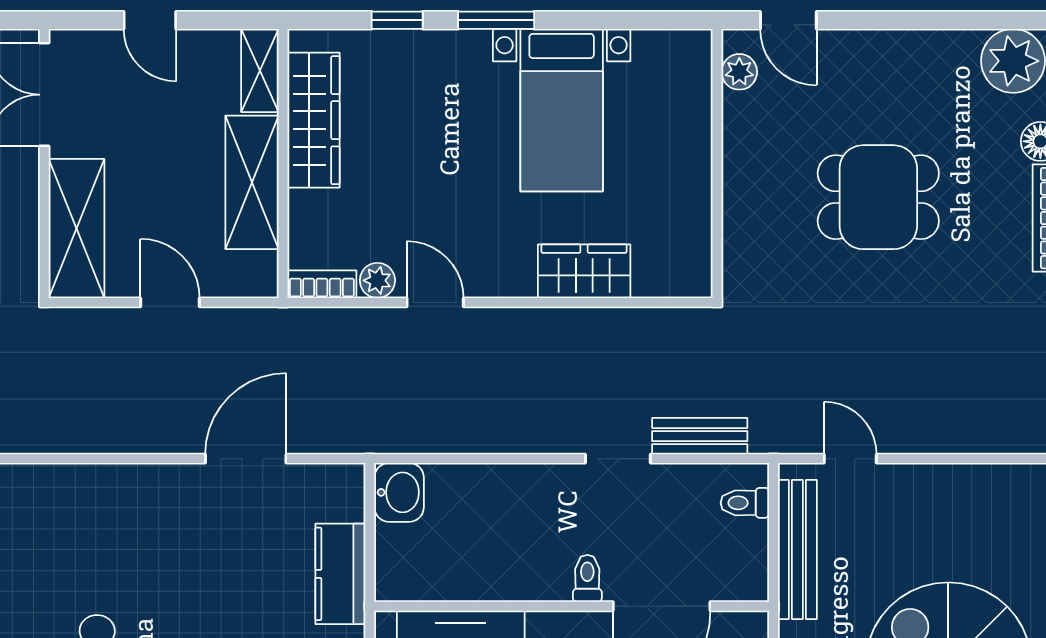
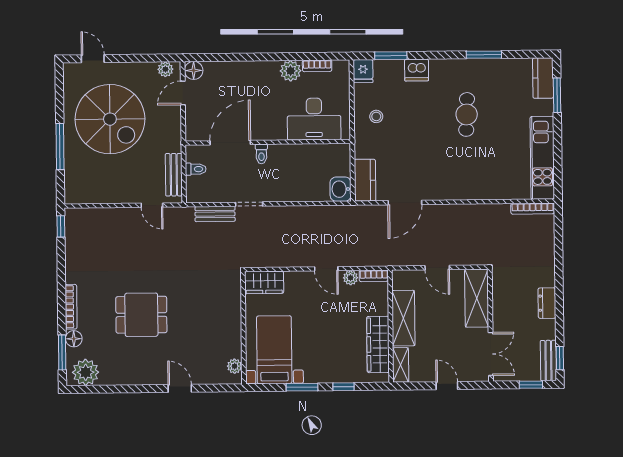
plant: (739, 72) -> (235, 366), moved
wall: (717, 163) -> (243, 328), moved
toilet: (745, 503) -> (196, 169), moved
bench: (797, 550) -> (174, 175), width x0.73
kitchen counter: (340, 574) -> (365, 180), moved

